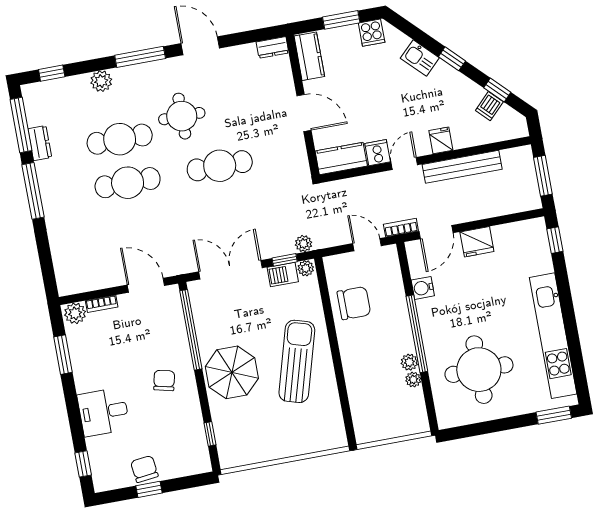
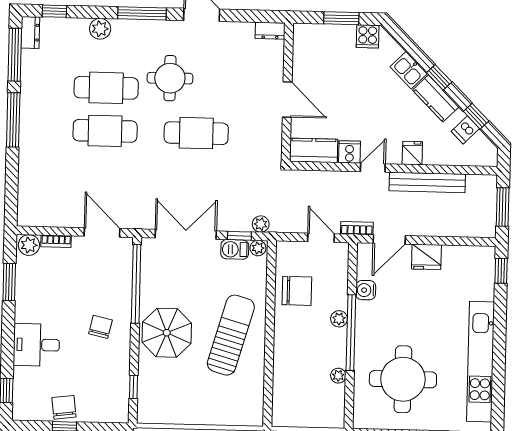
kitchen counter: (309, 56) -> (436, 98), moved, turned 135
dresser: (40, 143) -> (30, 33), moved
plant: (409, 362) -> (339, 319), moved

